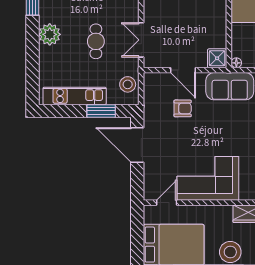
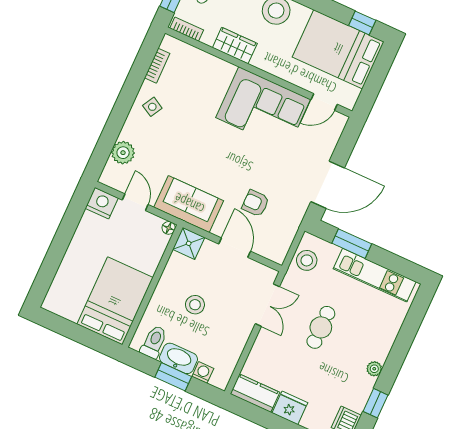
stool: (193, 17) -> (195, 305), added
plant: (50, 34) -> (374, 369), width x0.53, depth x0.53
door: (137, 145) -> (328, 185), hinge flipped

